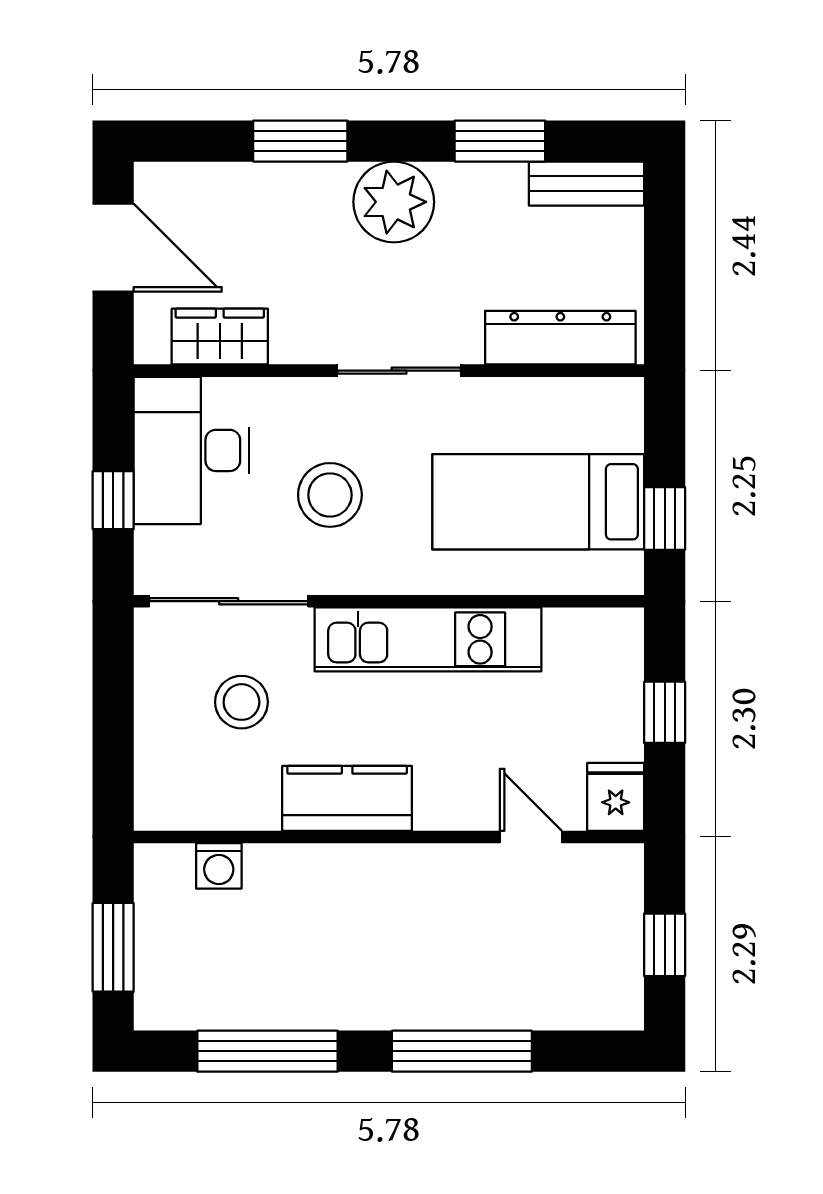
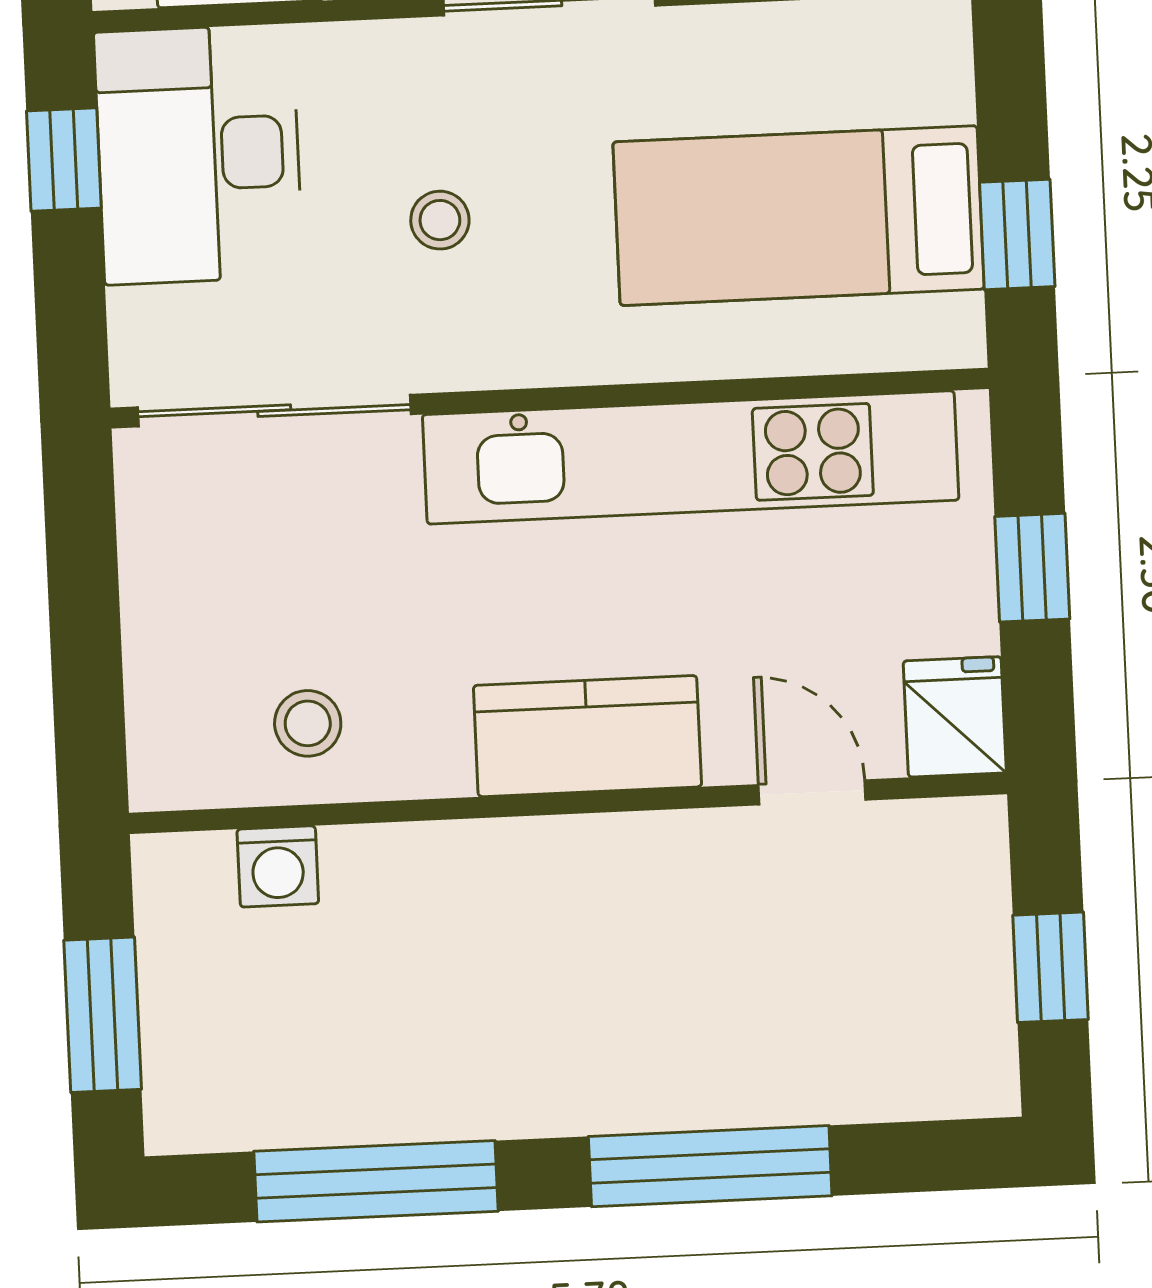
stool: (330, 495) -> (440, 220), width x0.53, depth x0.53
window: (113, 500) -> (64, 160), moved
kitchen unit: (428, 639) -> (691, 457), width x1.36
stool: (241, 702) -> (308, 723), moved, width x0.73, depth x0.73
kitchen counter: (347, 798) -> (587, 736), moved

